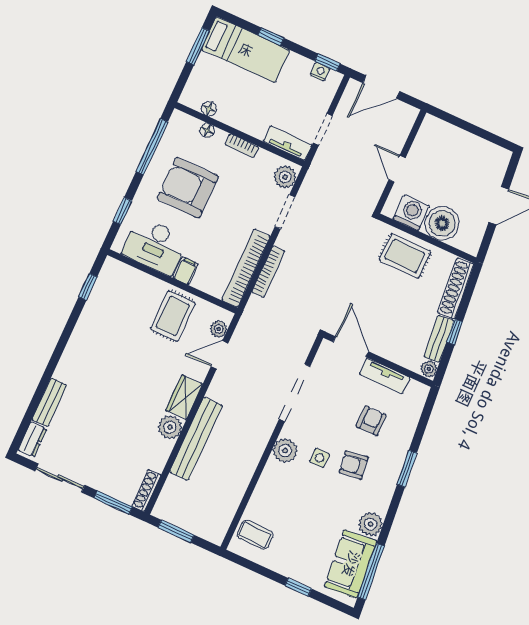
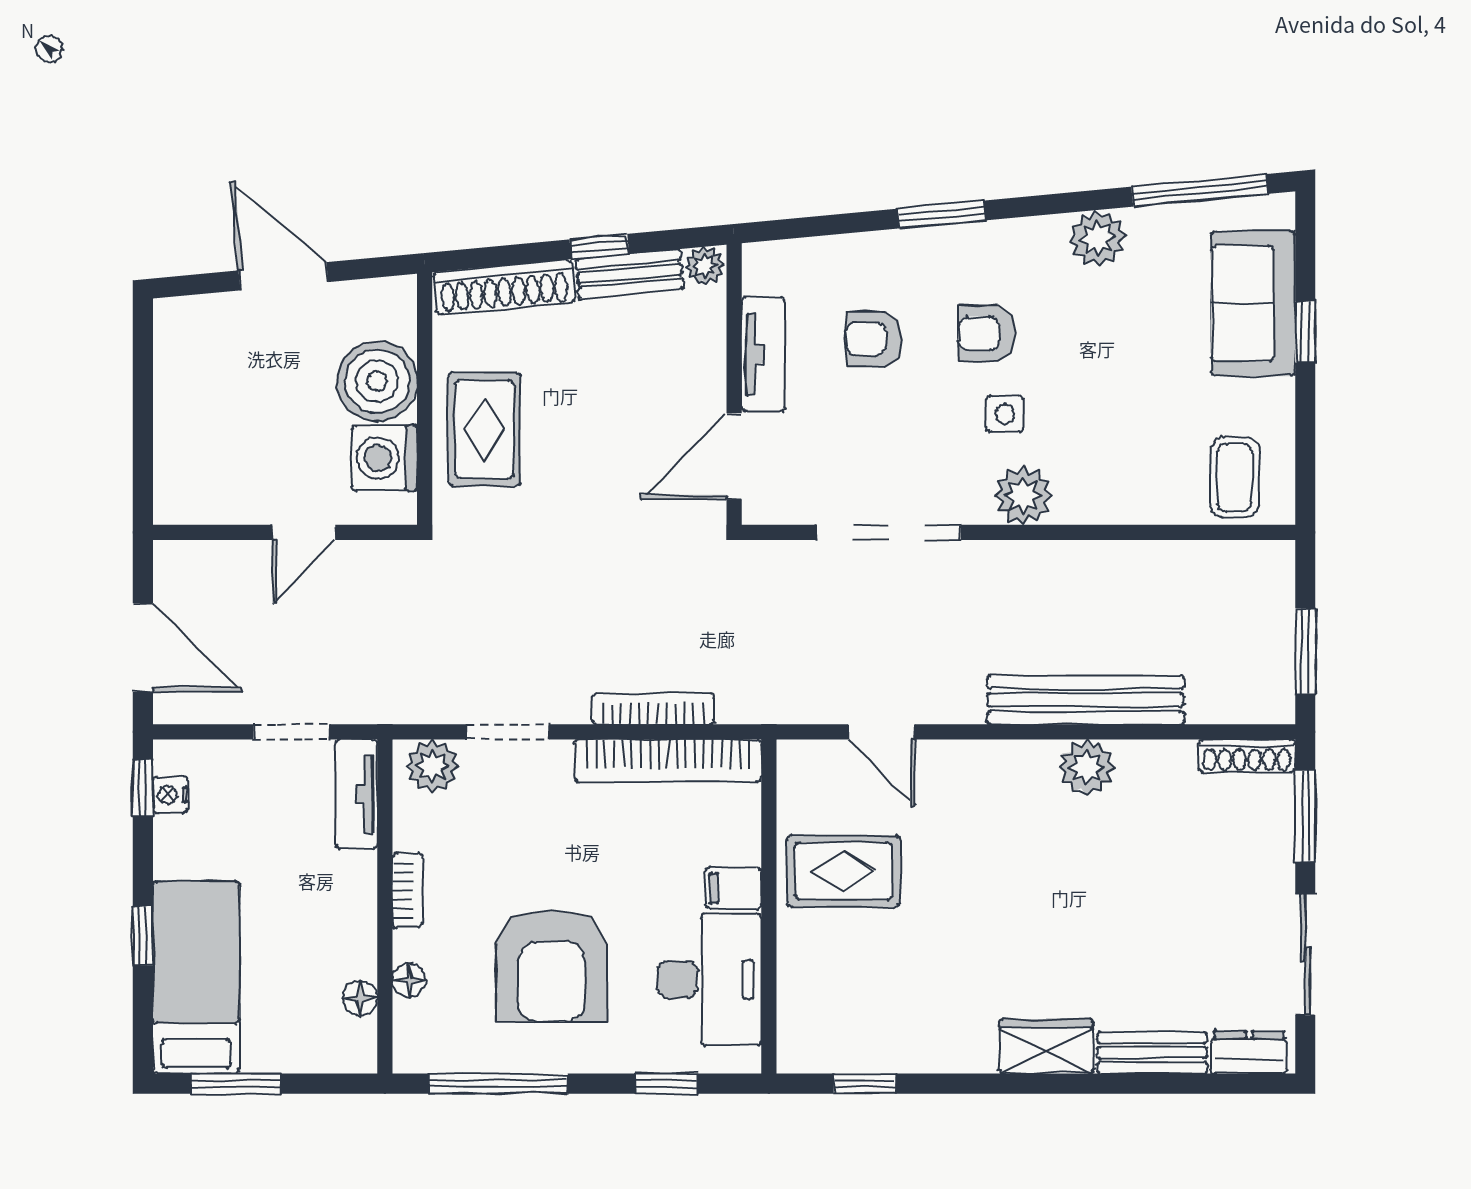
plant: (219, 329) -> (826, 759), removed
wardrobe: (184, 397) -> (1046, 1047), moved, turned 180
armchair: (354, 465) -> (987, 333), turned 98
sofa: (351, 564) -> (1253, 304), moved, turned 95

